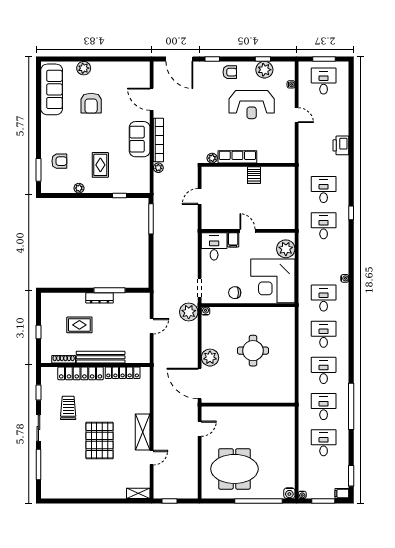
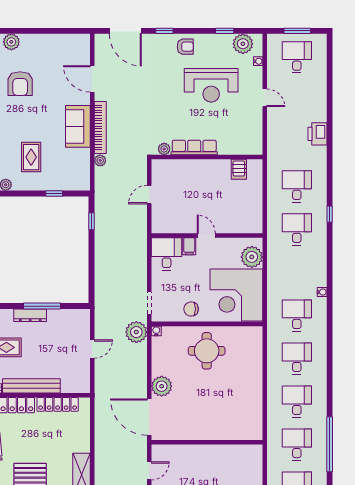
plant: (264, 70) -> (243, 44), moved
server rack: (254, 175) -> (239, 169), moved
window: (151, 219) -> (92, 221), width x0.46
round table: (253, 351) -> (207, 351), moved

